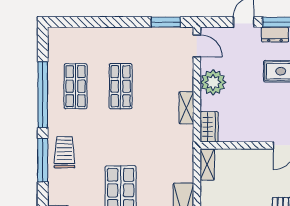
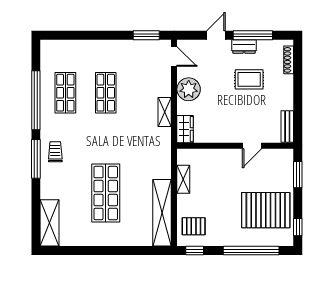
trolley: (64, 152) -> (55, 152), width x0.73, depth x0.72
shelving: (207, 164) -> (183, 179), moved

